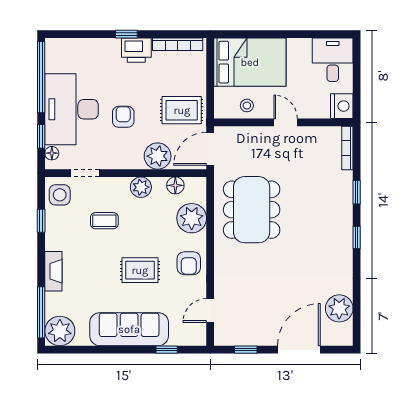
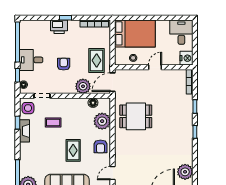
printer: (136, 50) -> (59, 27), moved
desk: (72, 109) -> (31, 60), width x0.53, depth x0.77
rug: (182, 110) -> (97, 60), turned 90
door: (286, 122) -> (155, 67), hinge flipped
plant: (141, 187) -> (74, 104), removed
dining table: (252, 210) -> (136, 116), width x0.73
rug: (140, 270) -> (73, 150), turned 90
fireplace: (53, 271) -> (24, 131), moved

